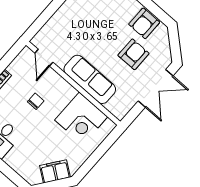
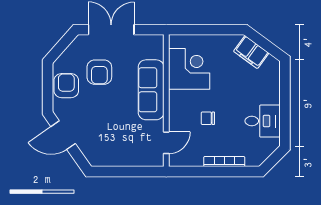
armchair: (144, 23) -> (66, 86), turned -90
armchair: (133, 54) -> (99, 72), turned -90

